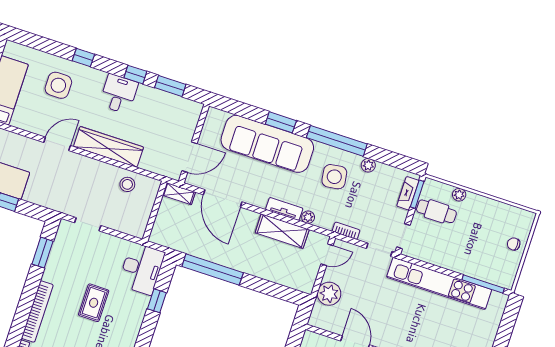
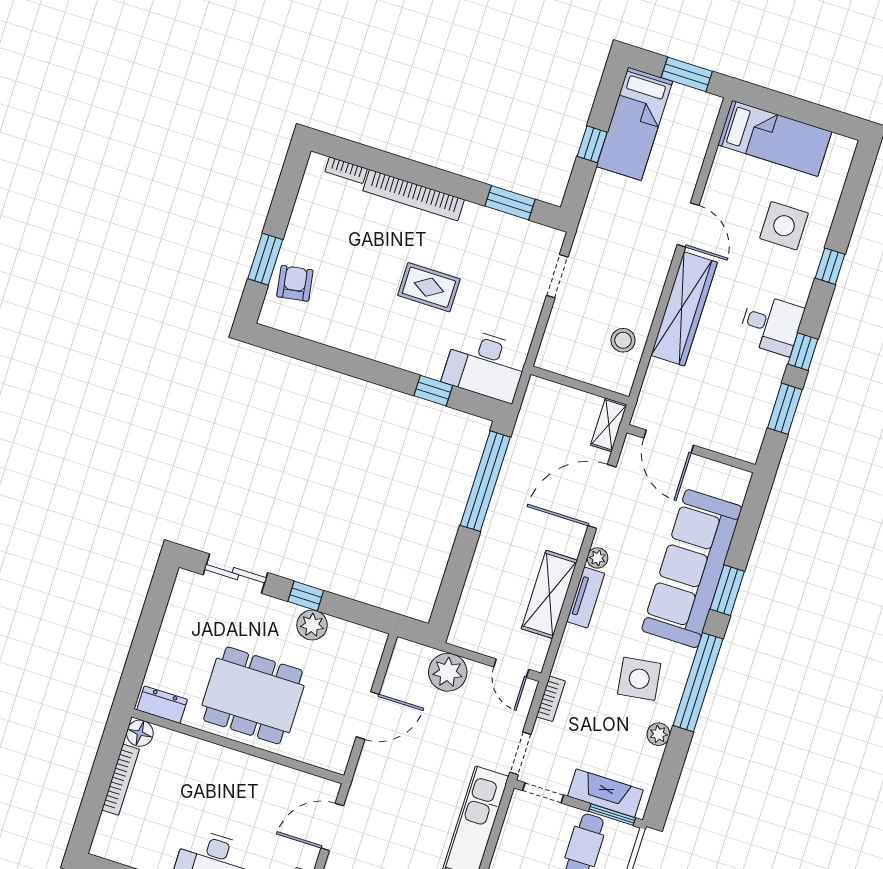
fireplace: (408, 193) -> (605, 793), width x1.37, depth x1.32
plant: (308, 217) -> (597, 558), moved

